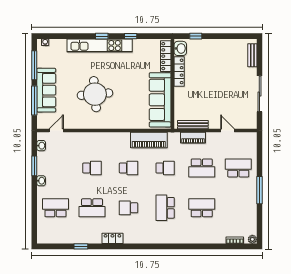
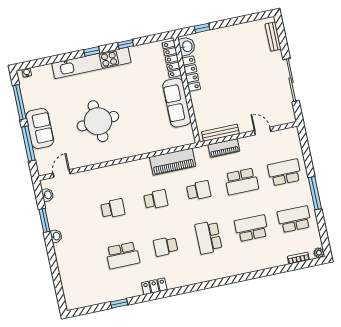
sofa: (46, 90) -> (40, 128), width x0.73
sofa: (160, 100) -> (177, 103), width x0.74, depth x0.79
school desk: (55, 208) -> (294, 219), moved

